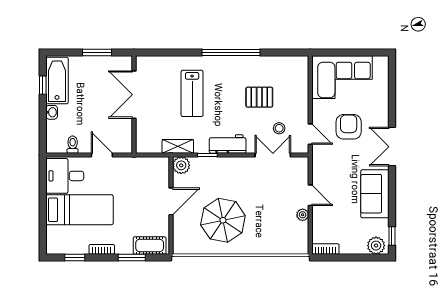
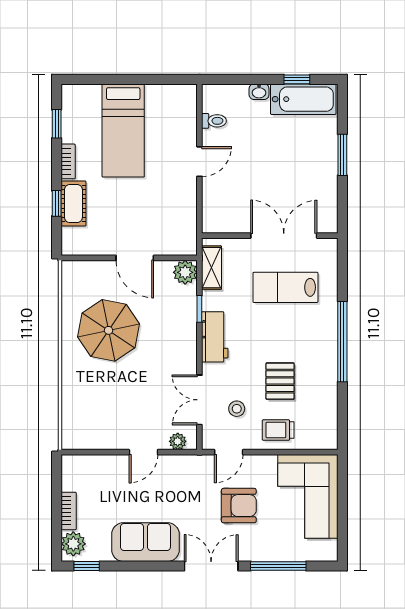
double door: (134, 95) -> (284, 236), moved
window: (392, 98) -> (278, 566), added
trolley: (294, 99) -> (278, 430), added
wall: (134, 105) -> (270, 236), moved
double door: (273, 155) -> (199, 400), swing flipped
desk: (65, 176) -> (170, 110), removed
plant: (303, 215) -> (178, 441), moved
cot: (150, 245) -> (73, 204), moved
bookcase: (325, 249) -> (69, 511), moved
window: (132, 258) -> (57, 203), width x0.67

